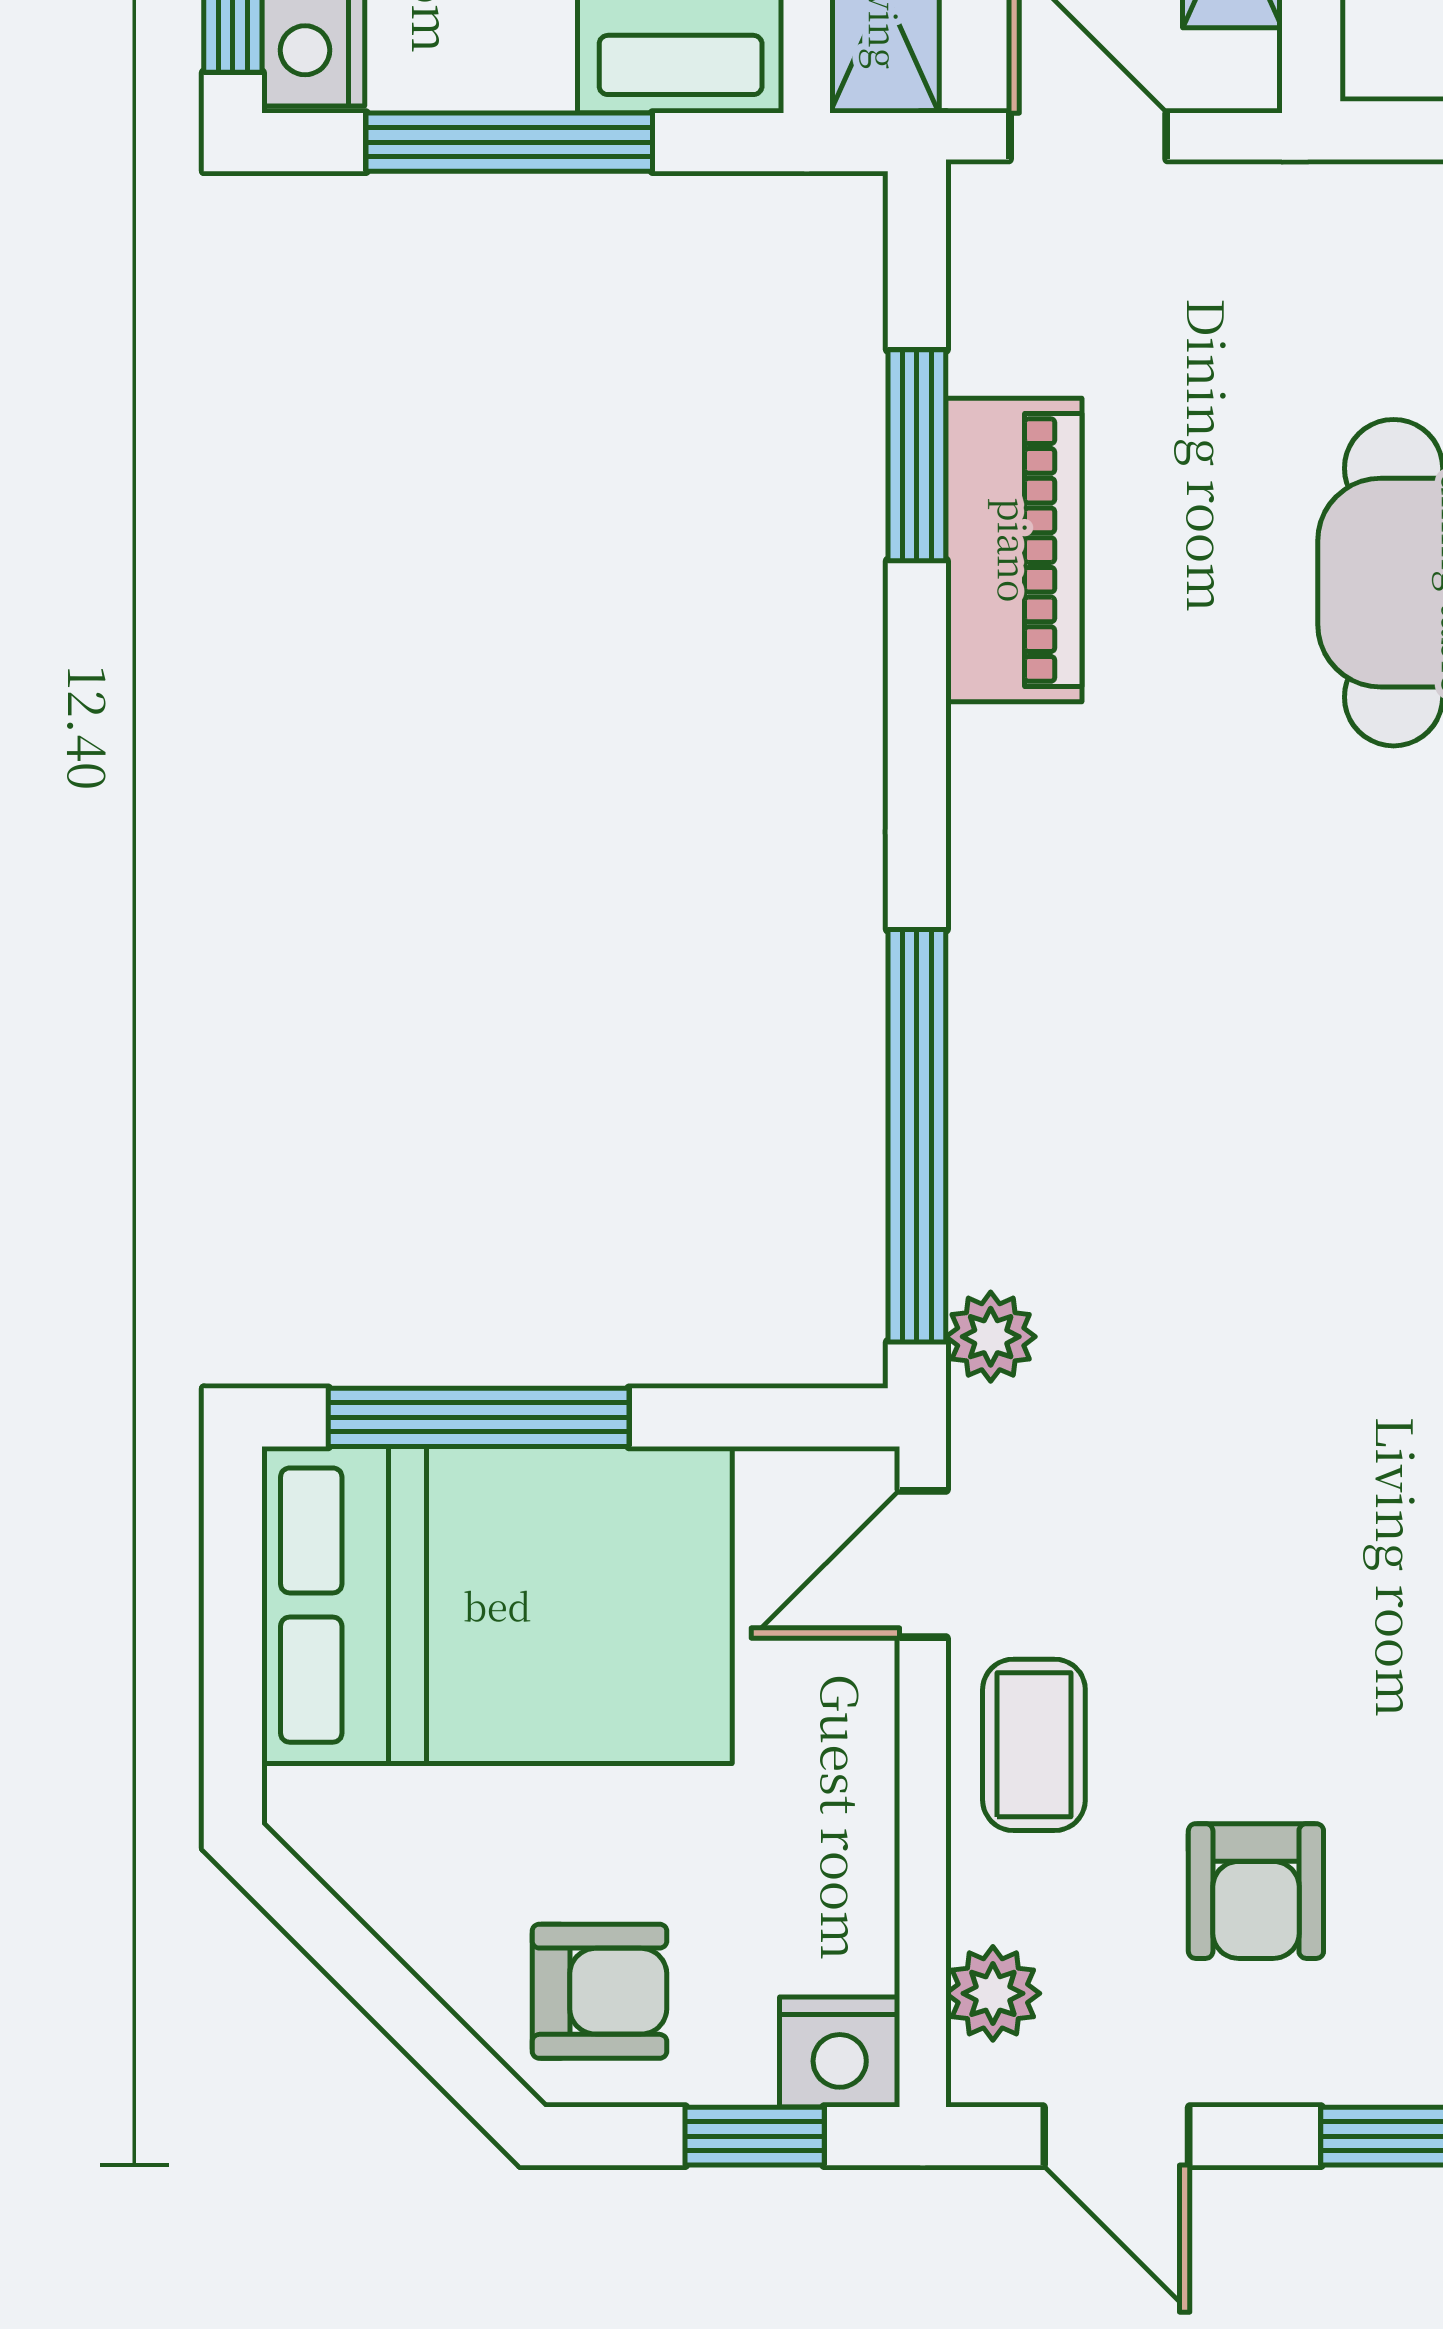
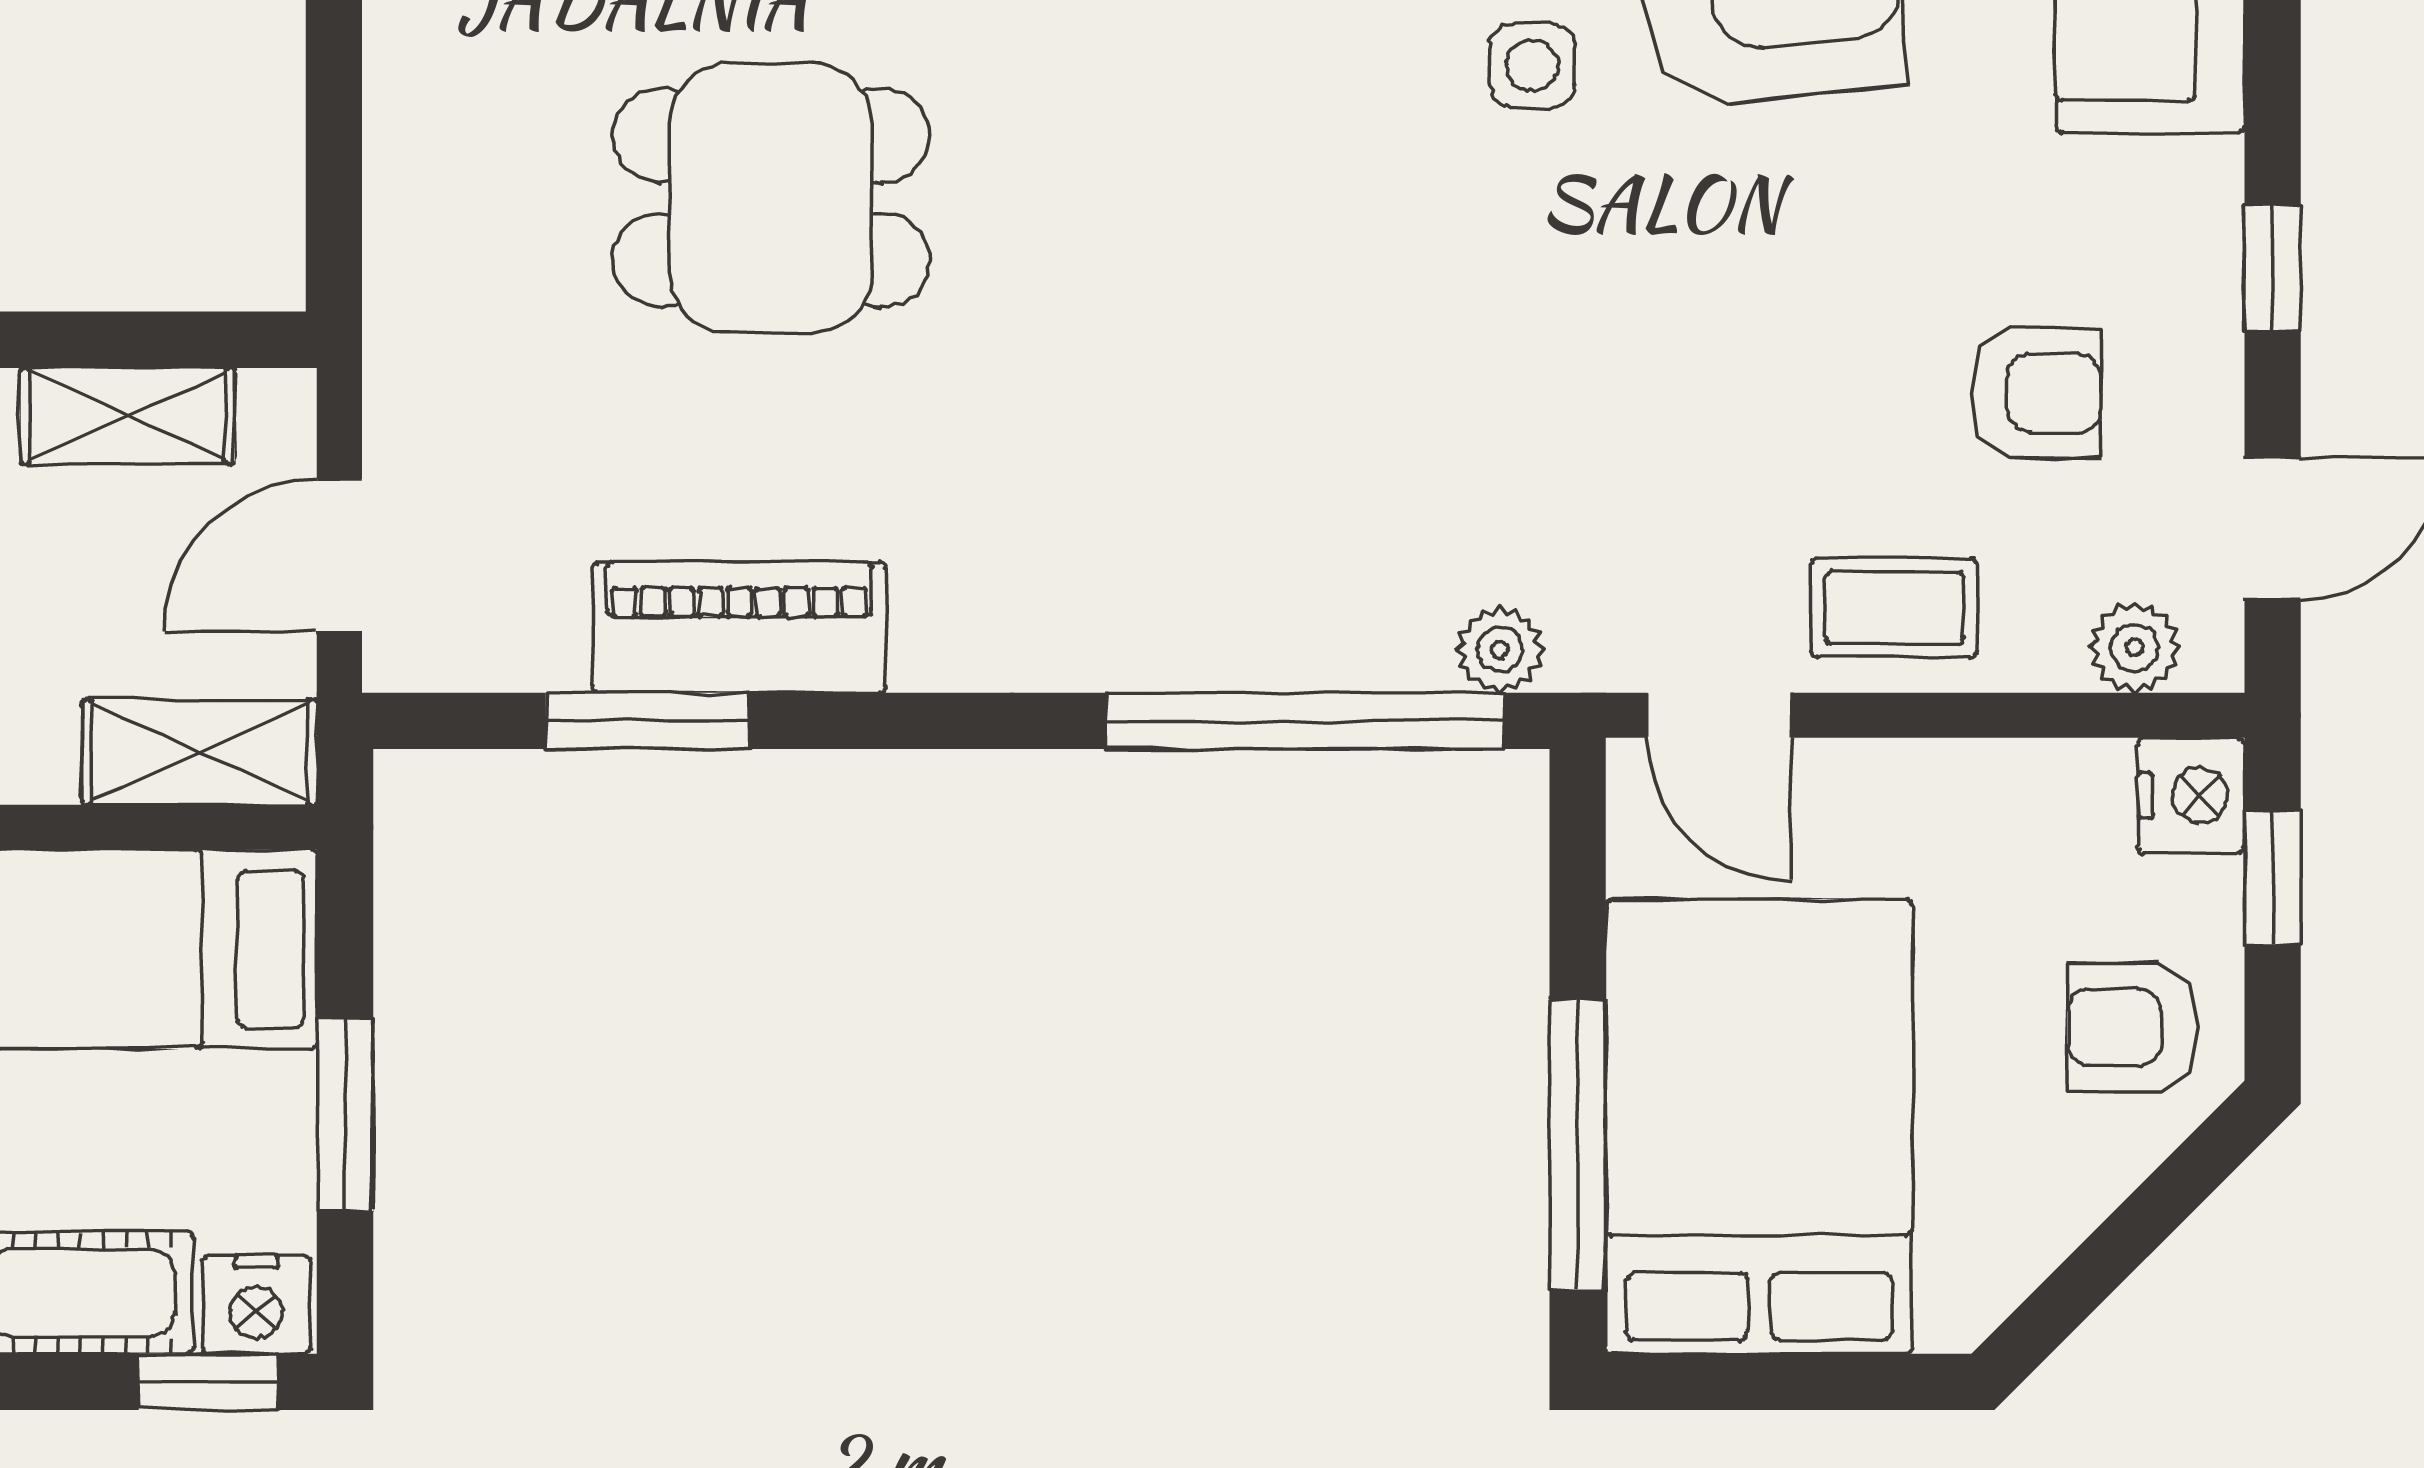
window: (509, 142) -> (345, 1115), width x0.69
armchair: (599, 1991) -> (2132, 1028), turned -90

